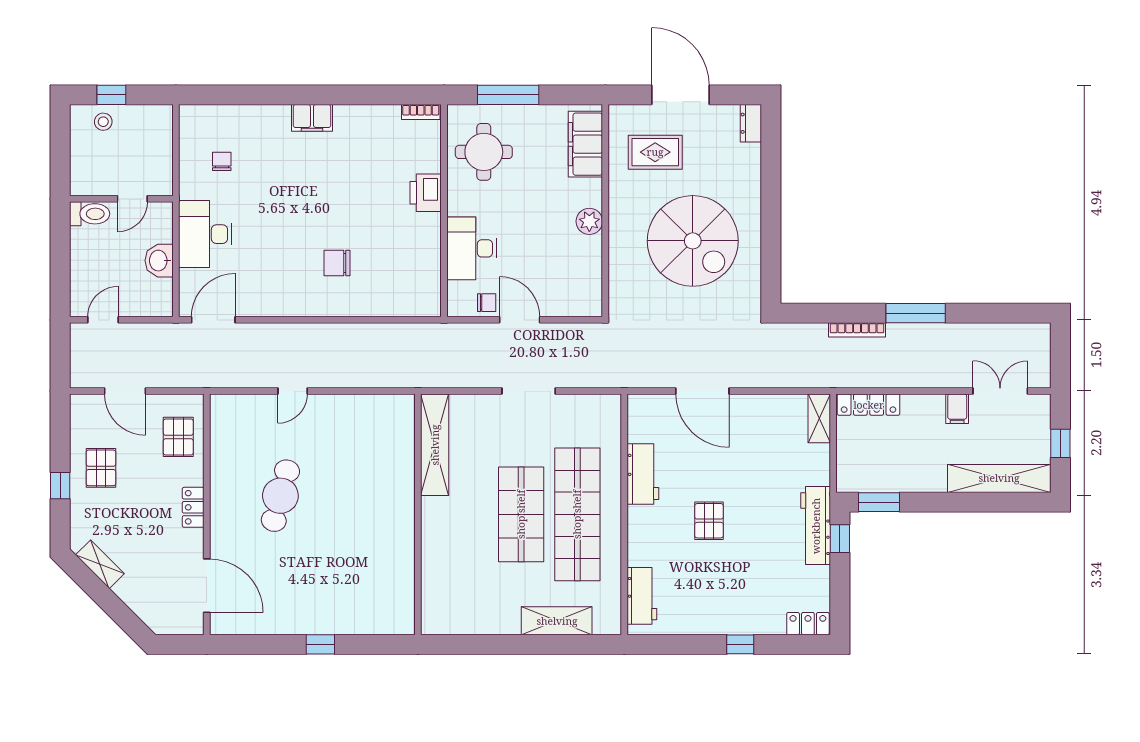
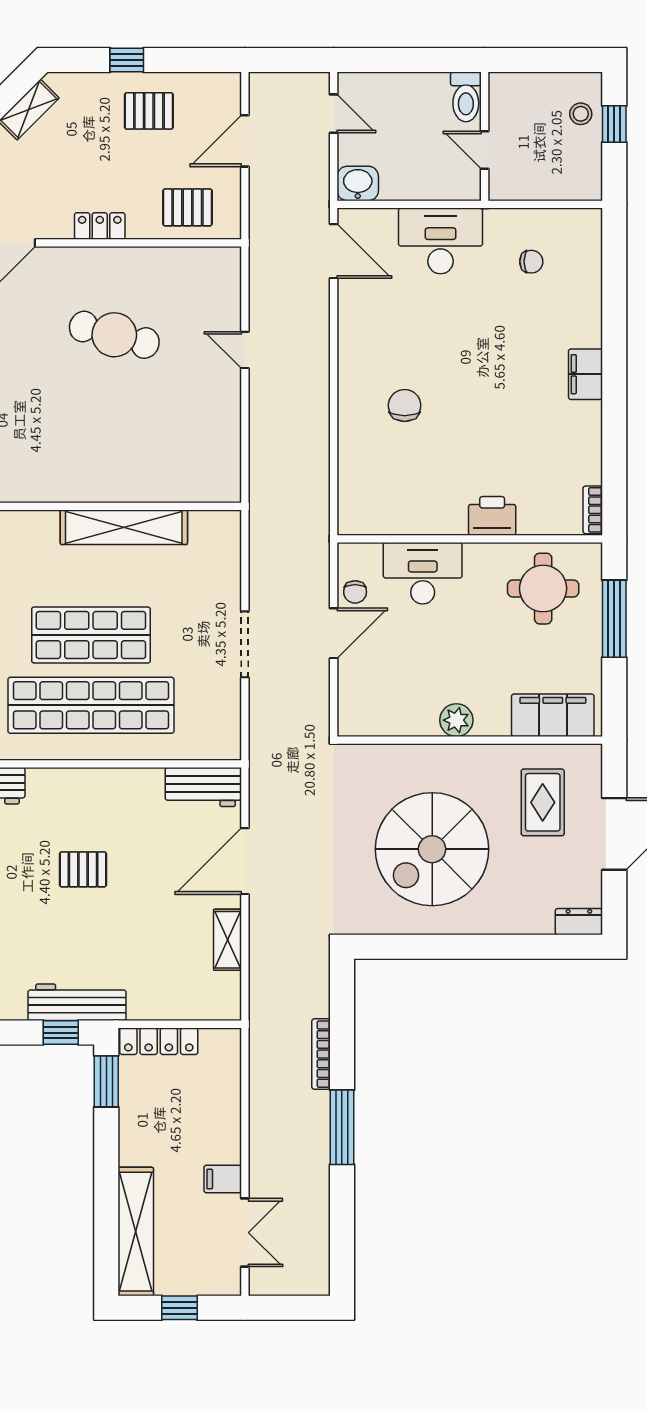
washbasin: (159, 261) -> (358, 183), moved
locker: (869, 405) -> (159, 1041), moved, turned -90
shelving: (819, 418) -> (228, 940), moved, turned 90
shelving: (435, 445) -> (124, 527), moved
workbench: (643, 474) -> (203, 787), moved

